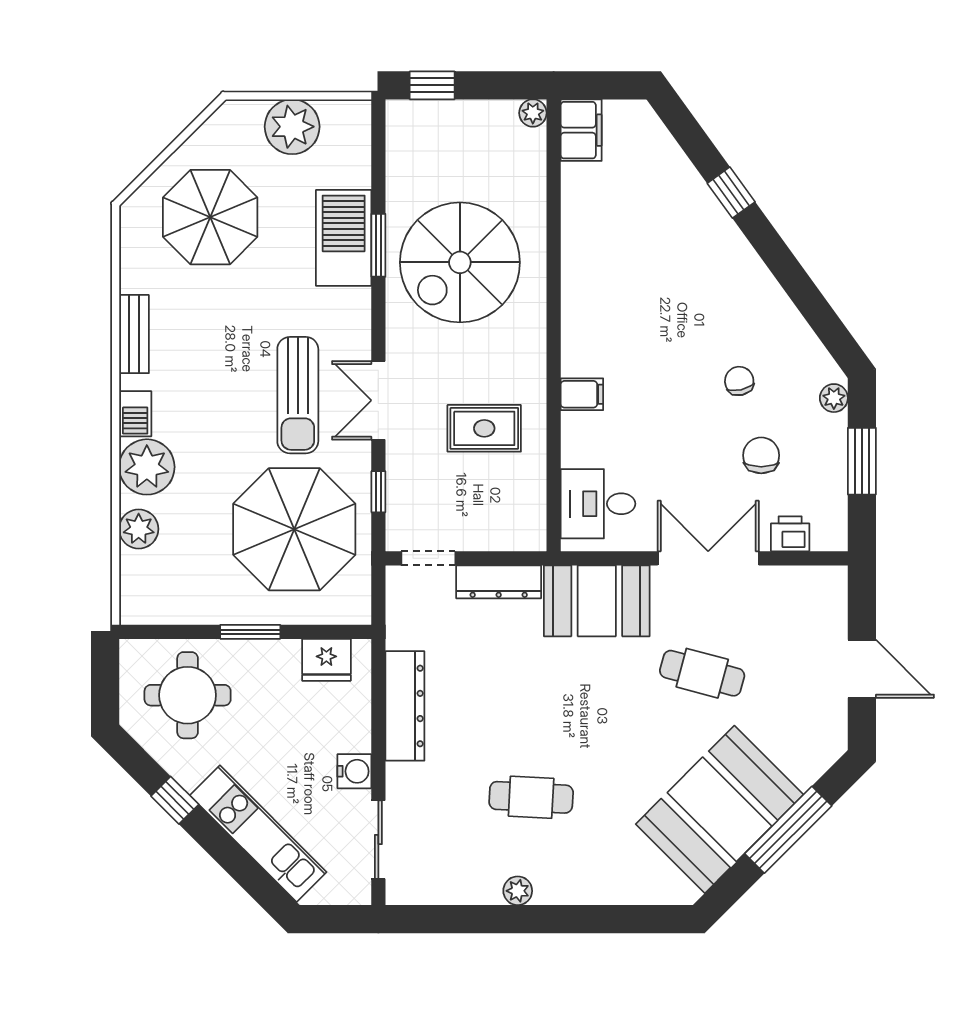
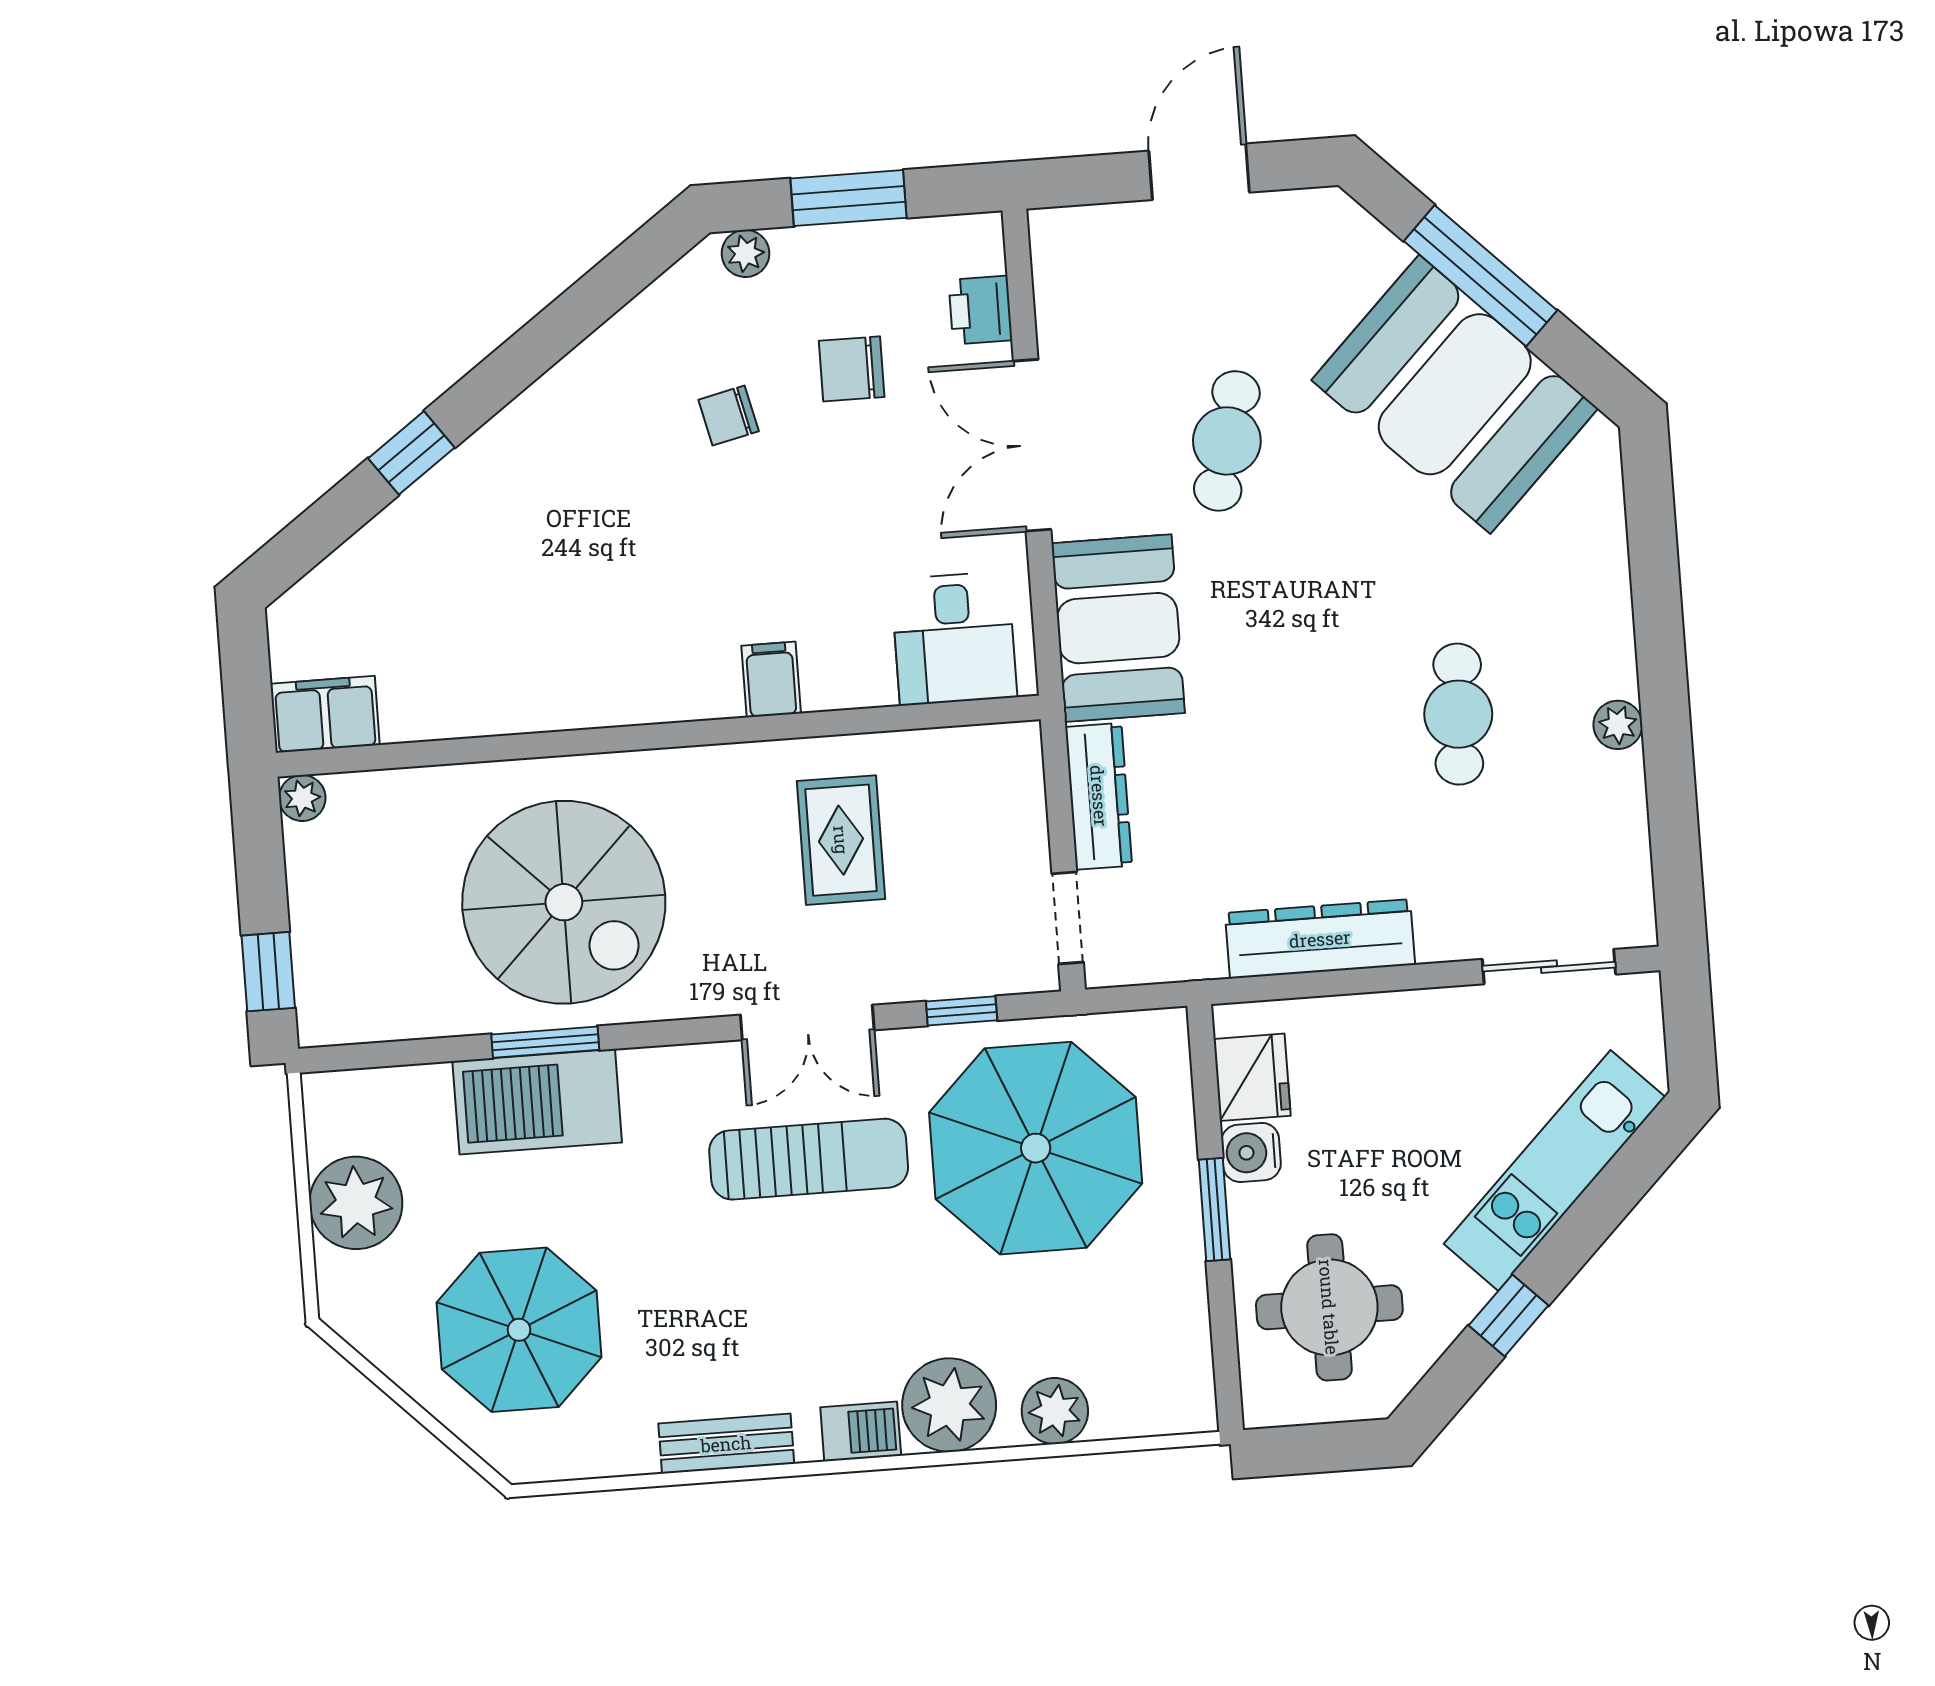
water cooler: (354, 771) -> (1251, 1152), moved, turned -90

